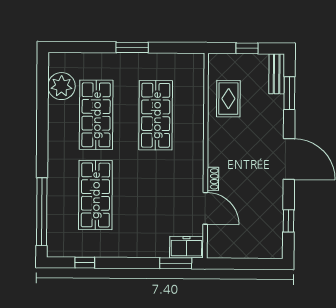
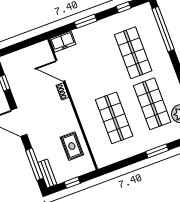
window: (132, 47) -> (157, 151), moved
window: (289, 93) -> (35, 164), width x1.44
window: (176, 263) -> (86, 21), moved

